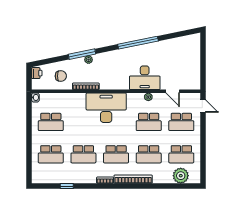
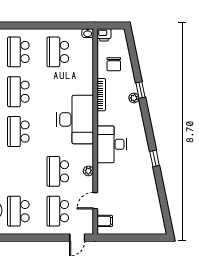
window: (138, 43) -> (155, 158), width x0.32
window: (82, 54) -> (140, 90), width x0.46
printer: (37, 73) -> (104, 35), moved
desk: (145, 78) -> (112, 144), moved
filing cabinet: (189, 83) -> (105, 221), added
school desk: (149, 154) -> (18, 171), removed

